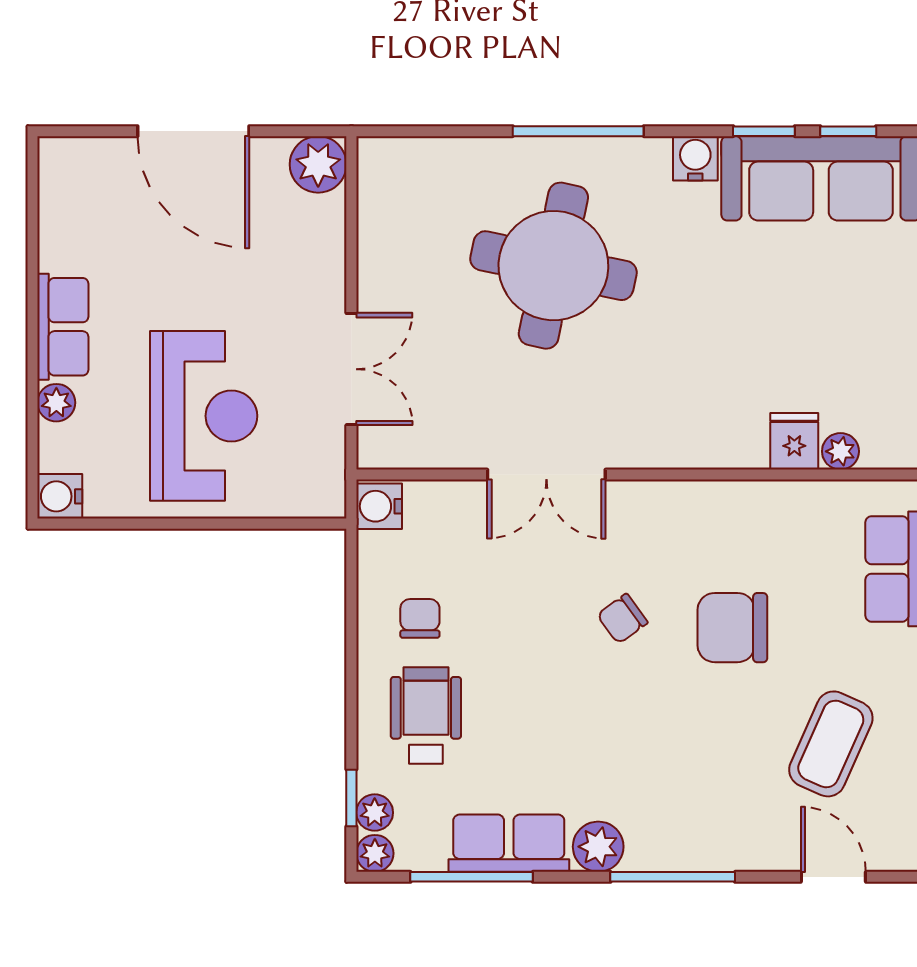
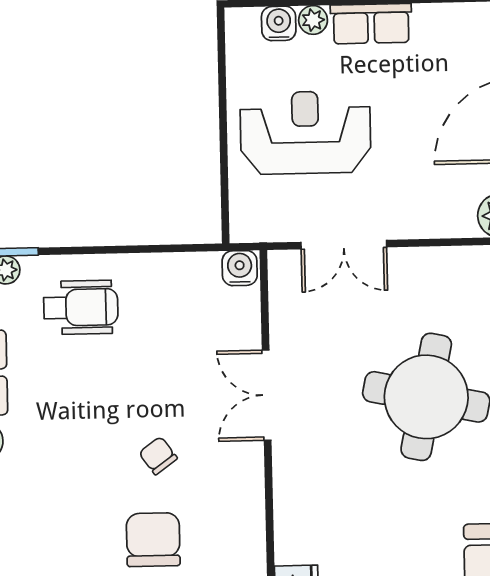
reception desk: (204, 416) -> (305, 133), turned 180
water cooler: (60, 496) -> (279, 23), moved
chair: (420, 618) -> (155, 301), removed

